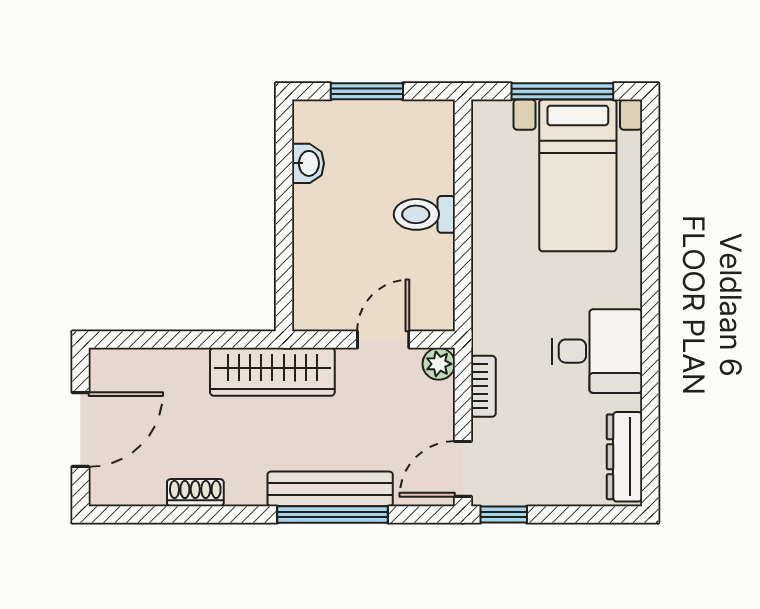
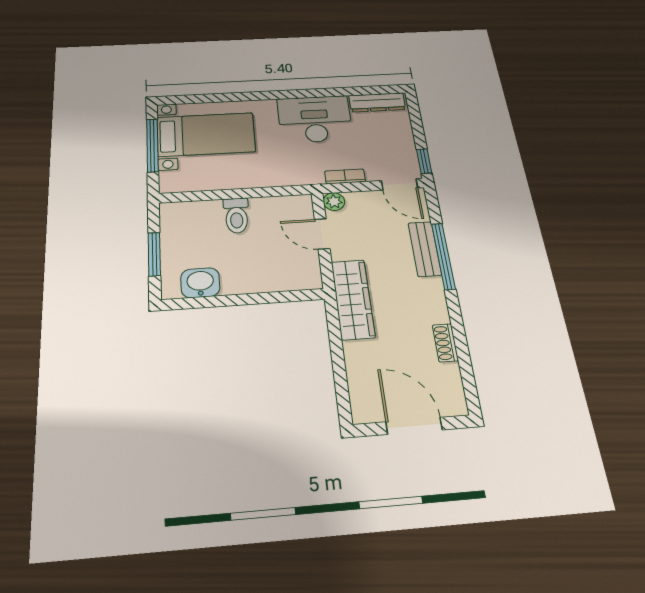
washbasin: (308, 163) -> (200, 283), width x1.38, depth x1.45
desk: (597, 351) -> (315, 119), width x1.37
bench: (330, 489) -> (425, 249), width x0.73

